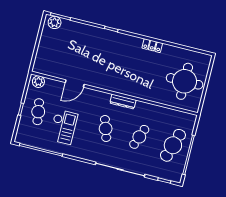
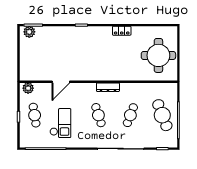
cafe table: (173, 145) -> (162, 115), turned -39

